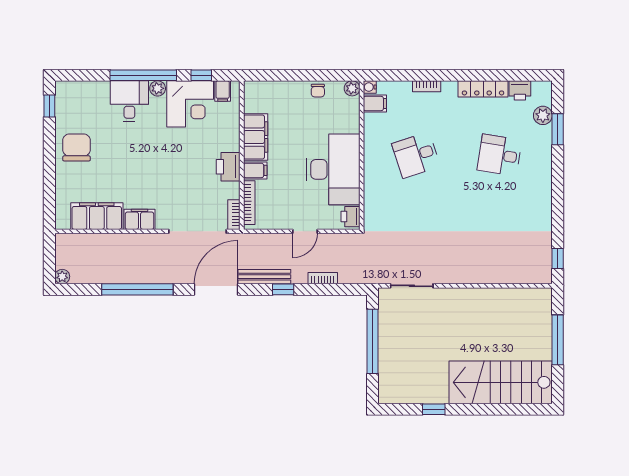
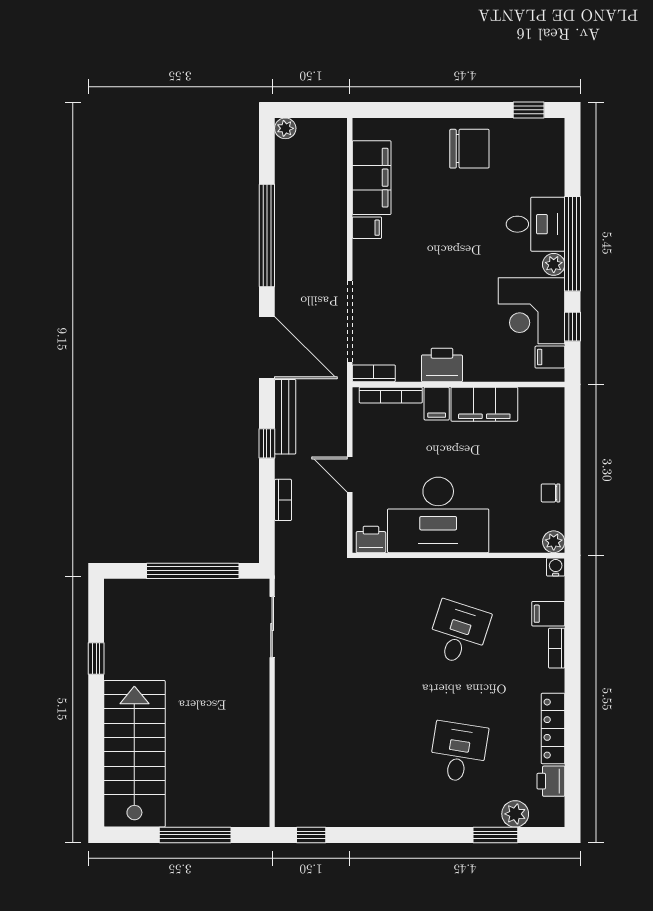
filing cabinet: (375, 103) -> (548, 614), moved, turned 90
desk: (416, 155) -> (459, 633), turned 36
filing cabinet: (140, 219) -> (367, 228), width x0.50

